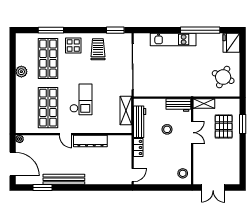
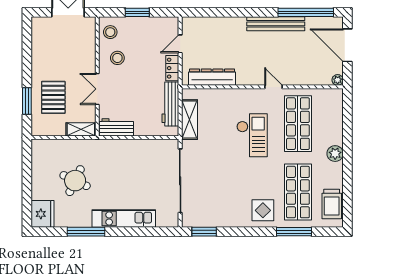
window: (200, 30) -> (86, 232), width x0.68
trolley: (98, 49) -> (332, 204), moved
plant: (21, 72) -> (335, 154), moved
round table: (223, 77) -> (75, 181), moved
checkout: (81, 99) -> (252, 135), turned 180
stool: (167, 129) -> (117, 58), moved
dresser: (90, 141) -> (212, 77), moved
door: (133, 175) -> (180, 44), moved
window: (42, 187) -> (306, 12), width x2.11
window: (163, 187) -> (137, 12), added

